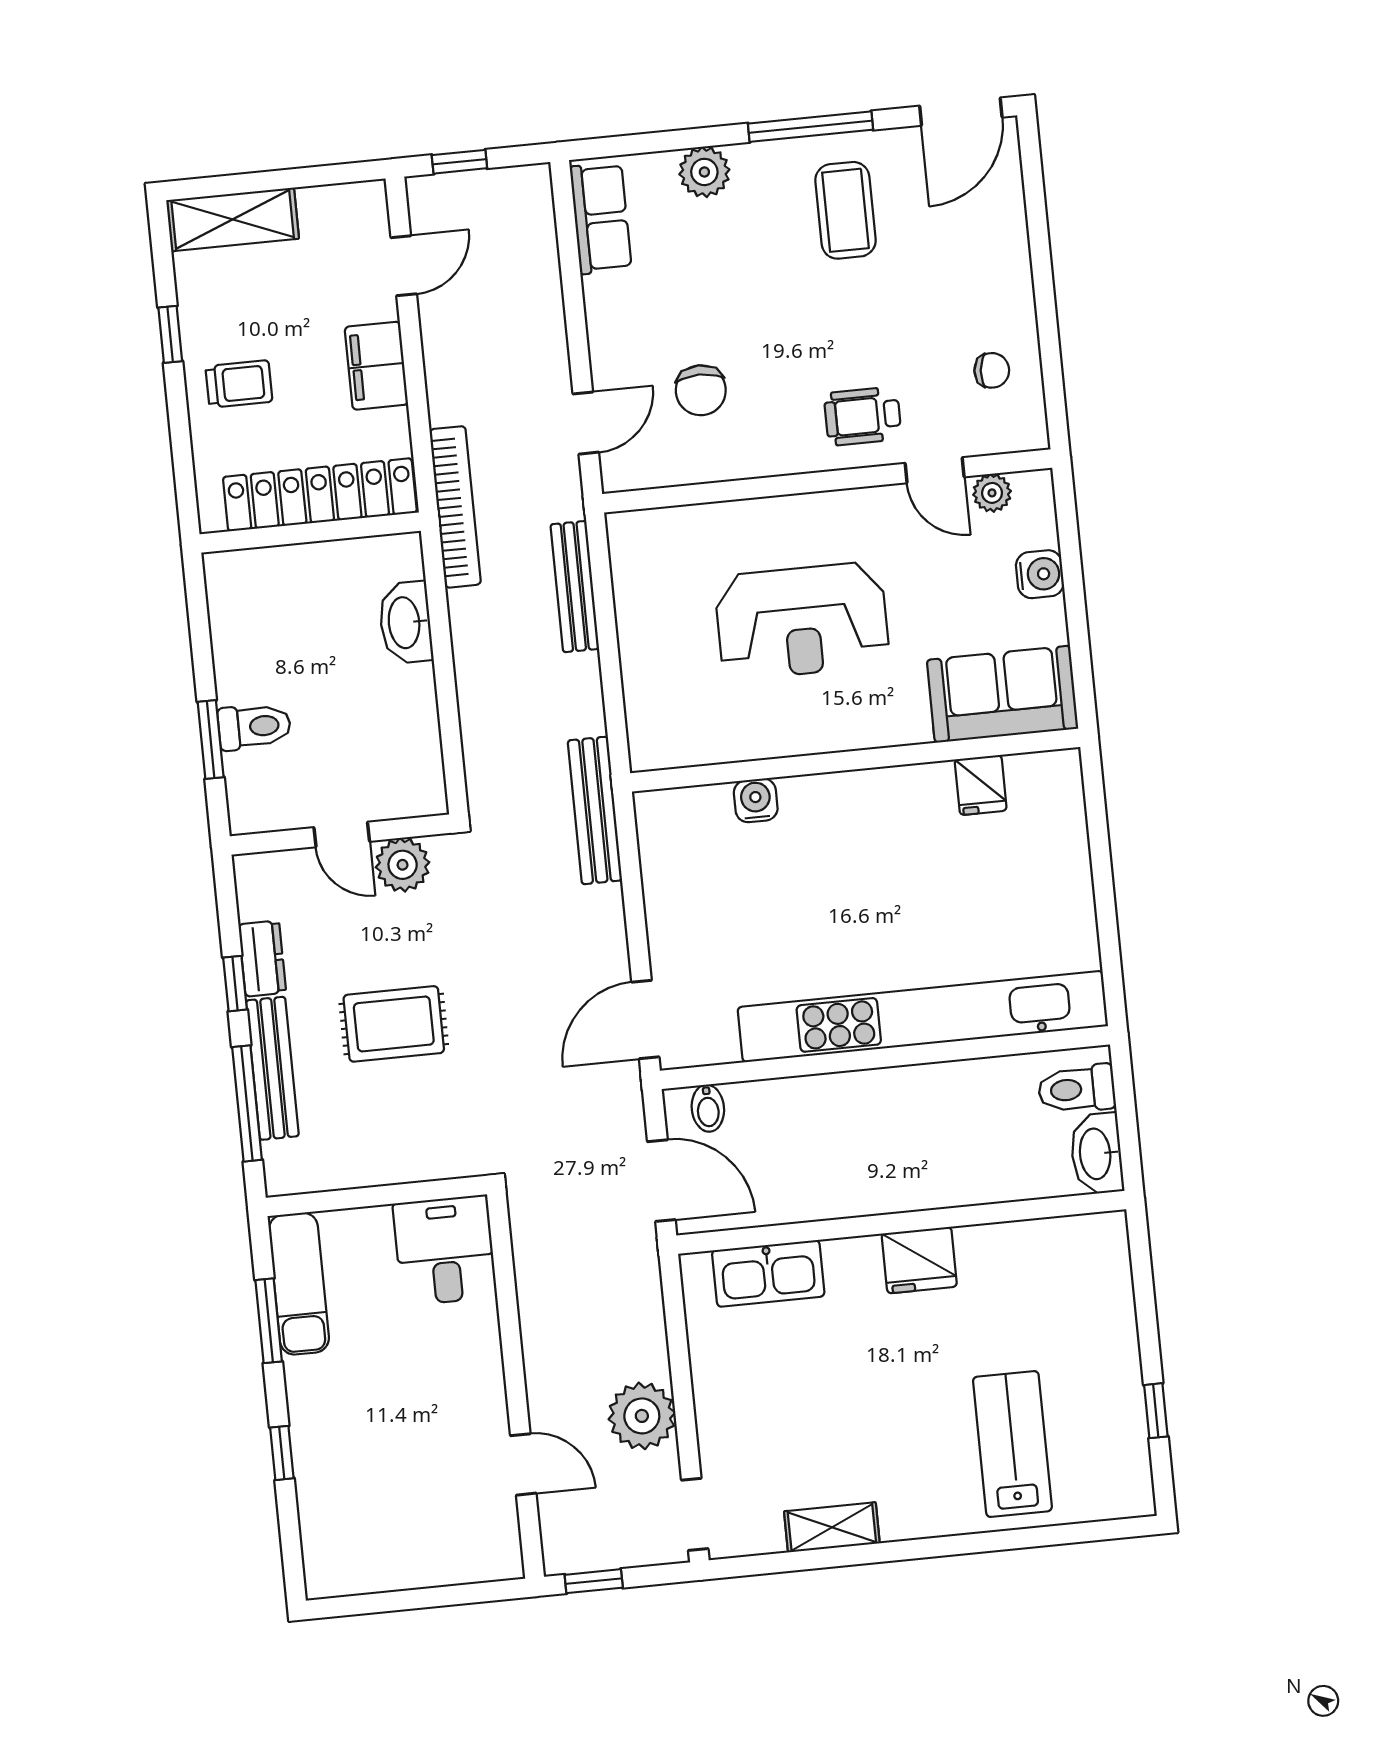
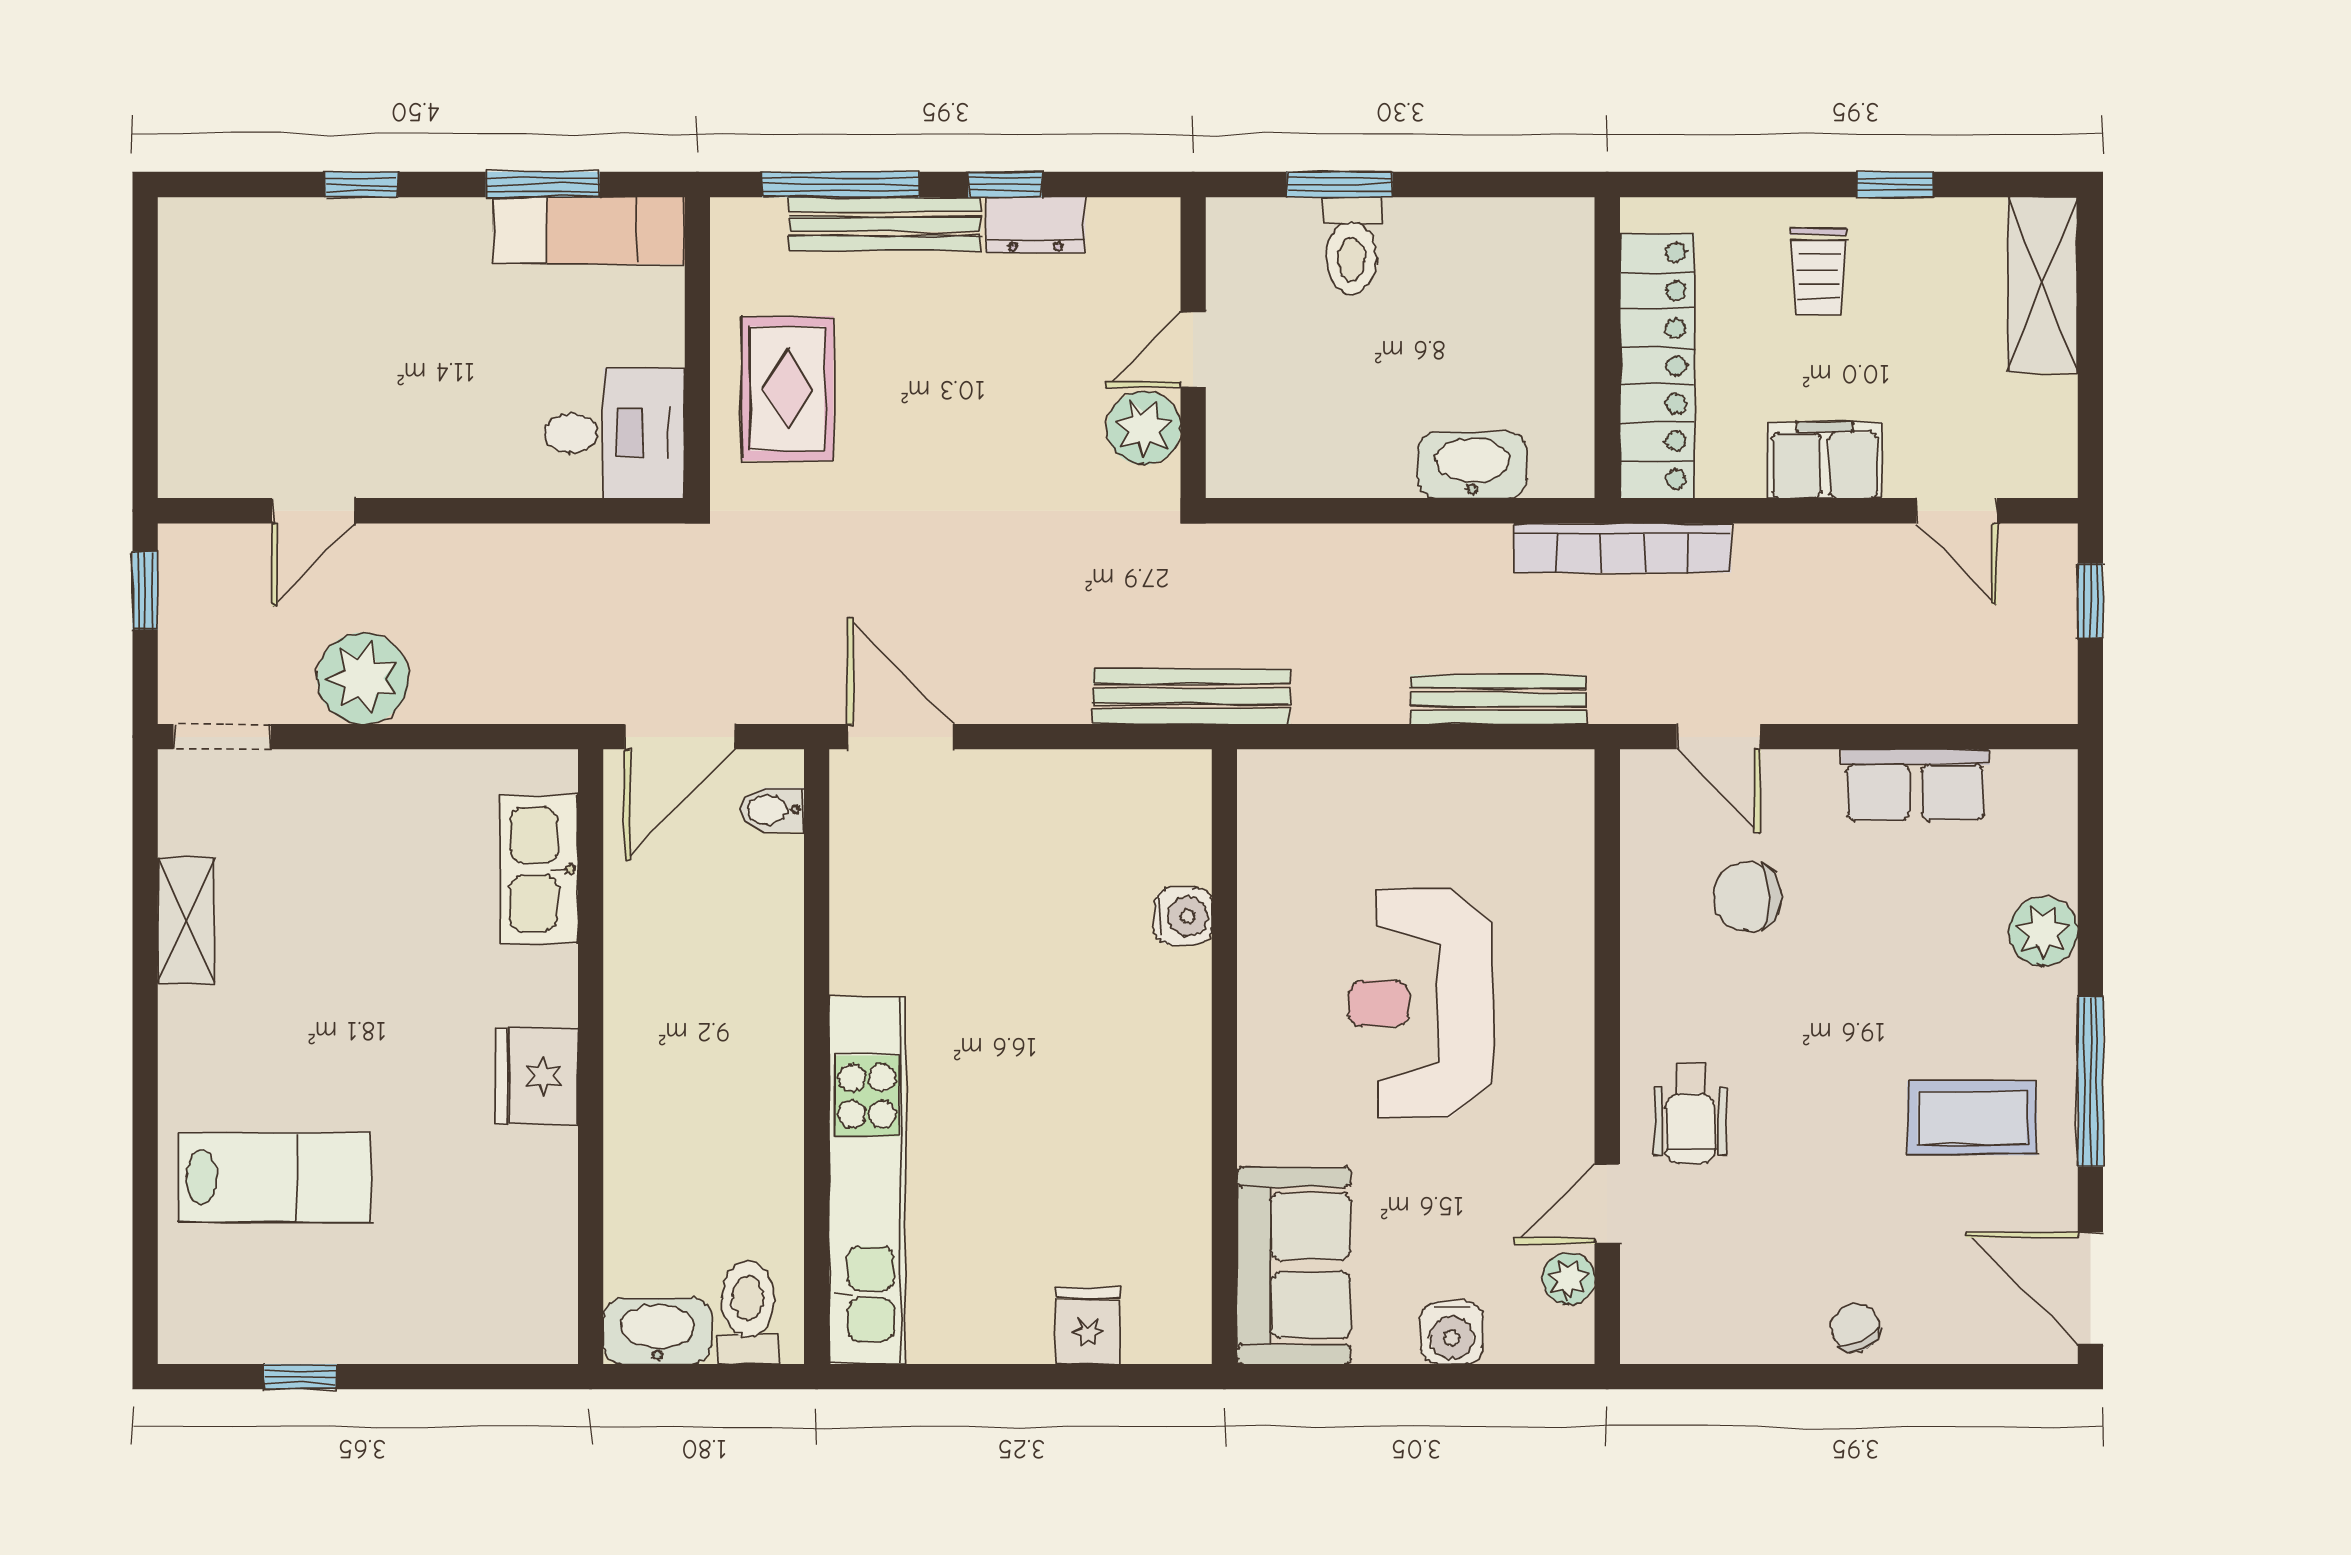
row of seats: (601, 218) -> (1916, 785), moved
chair: (992, 370) -> (1856, 1328), moved, turned 152
wheelchair: (863, 416) -> (1690, 1114), turned 180
fridge: (981, 785) -> (1088, 1326), moved, turned 90
kitchen unit: (923, 1017) -> (867, 1180), width x0.73
rug: (394, 1024) -> (787, 389), moved

